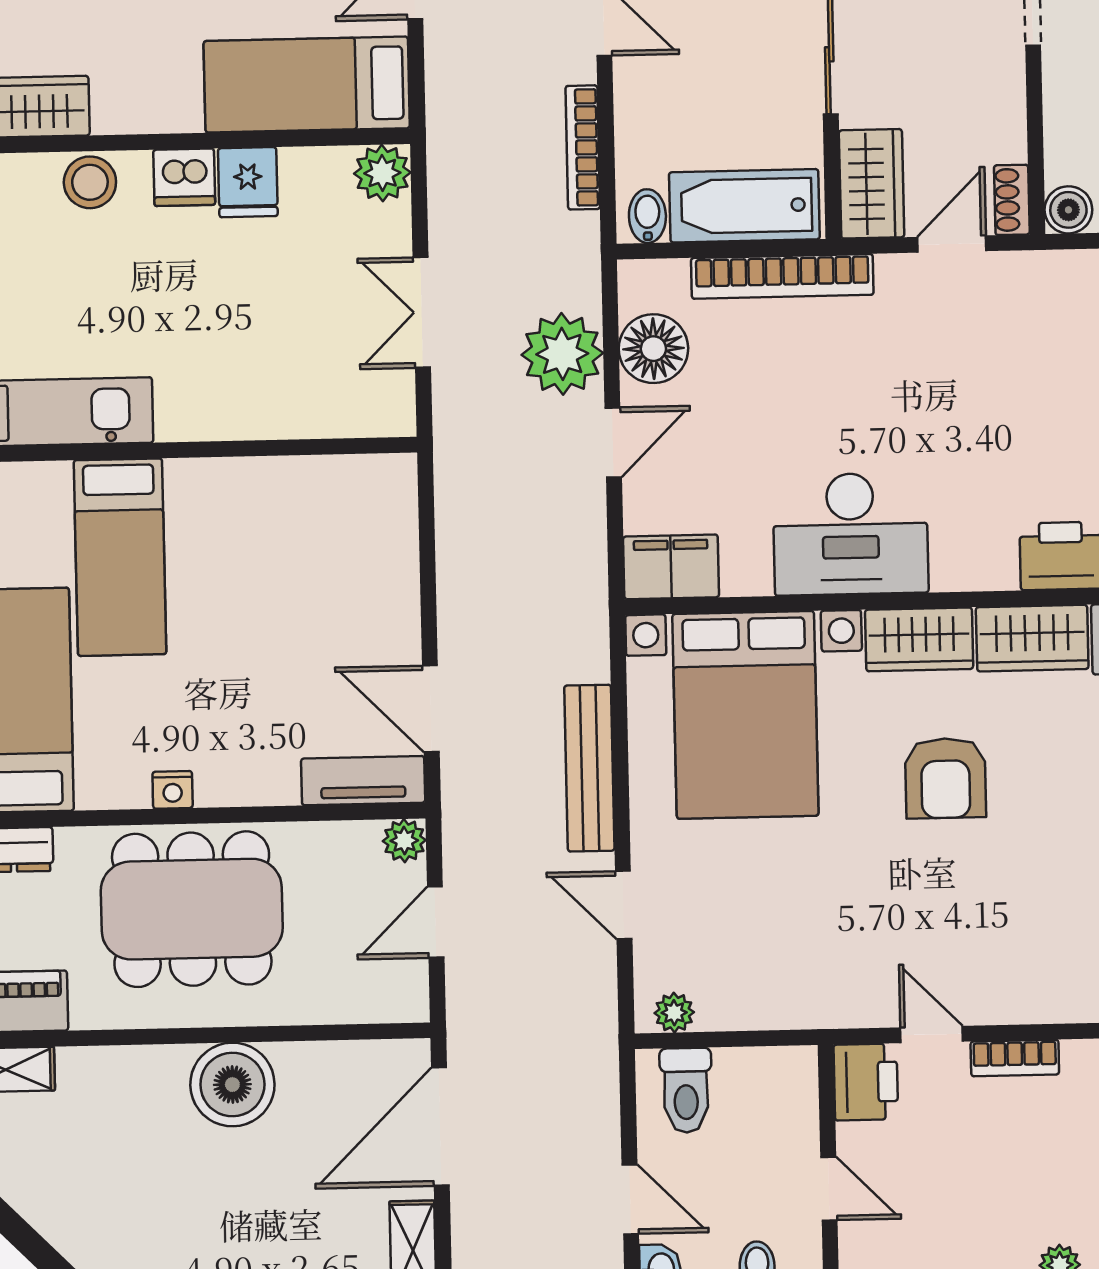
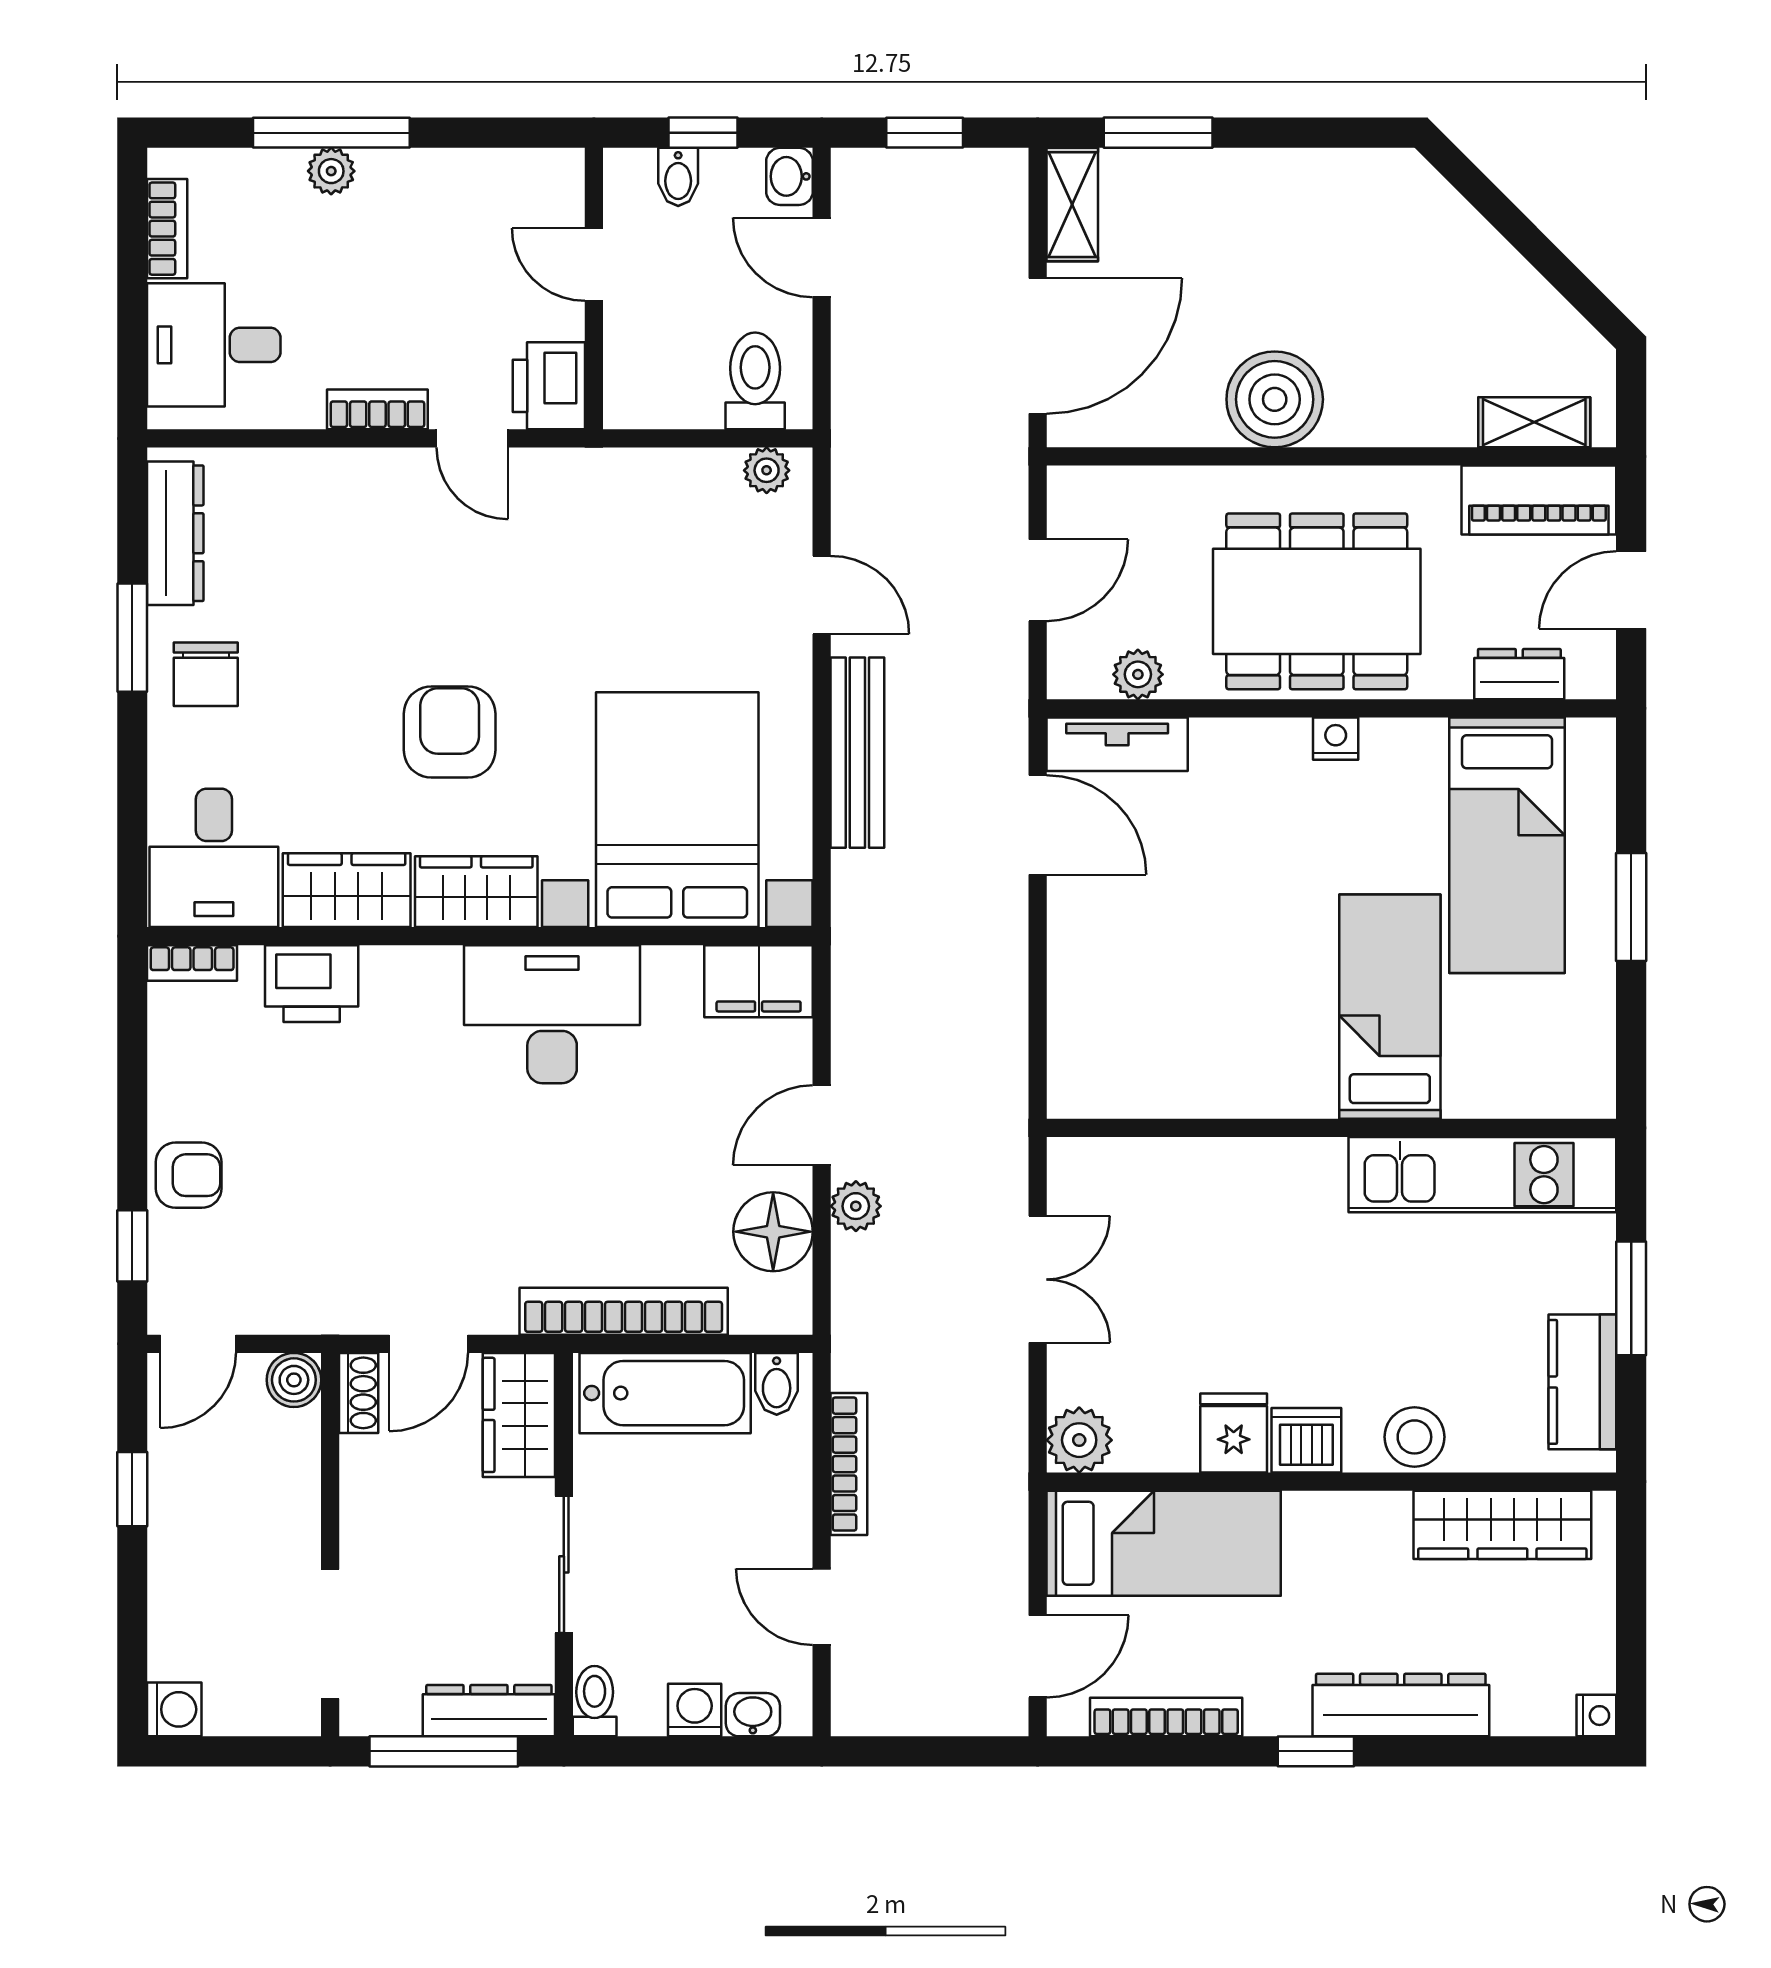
plant: (562, 354) -> (856, 1206), width x0.53, depth x0.53
plant: (404, 841) -> (1138, 674), moved

